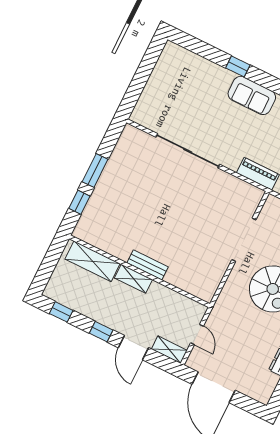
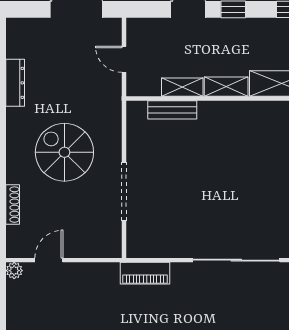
bench: (148, 265) -> (172, 110), moved
shelving: (169, 350) -> (182, 87), moved

